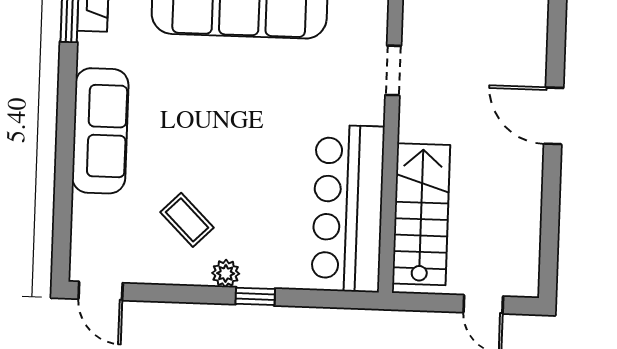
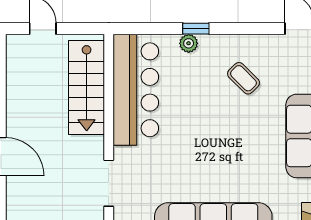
doorway: (393, 70) -> (109, 183), width x1.38
plant: (226, 273) -> (189, 43), moved

